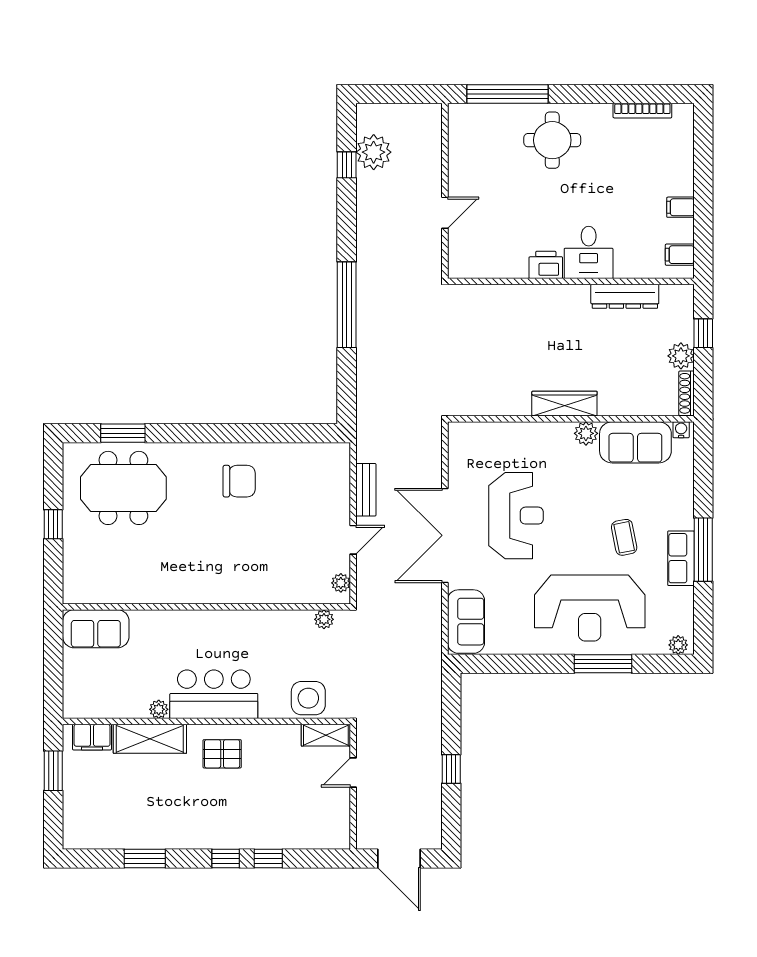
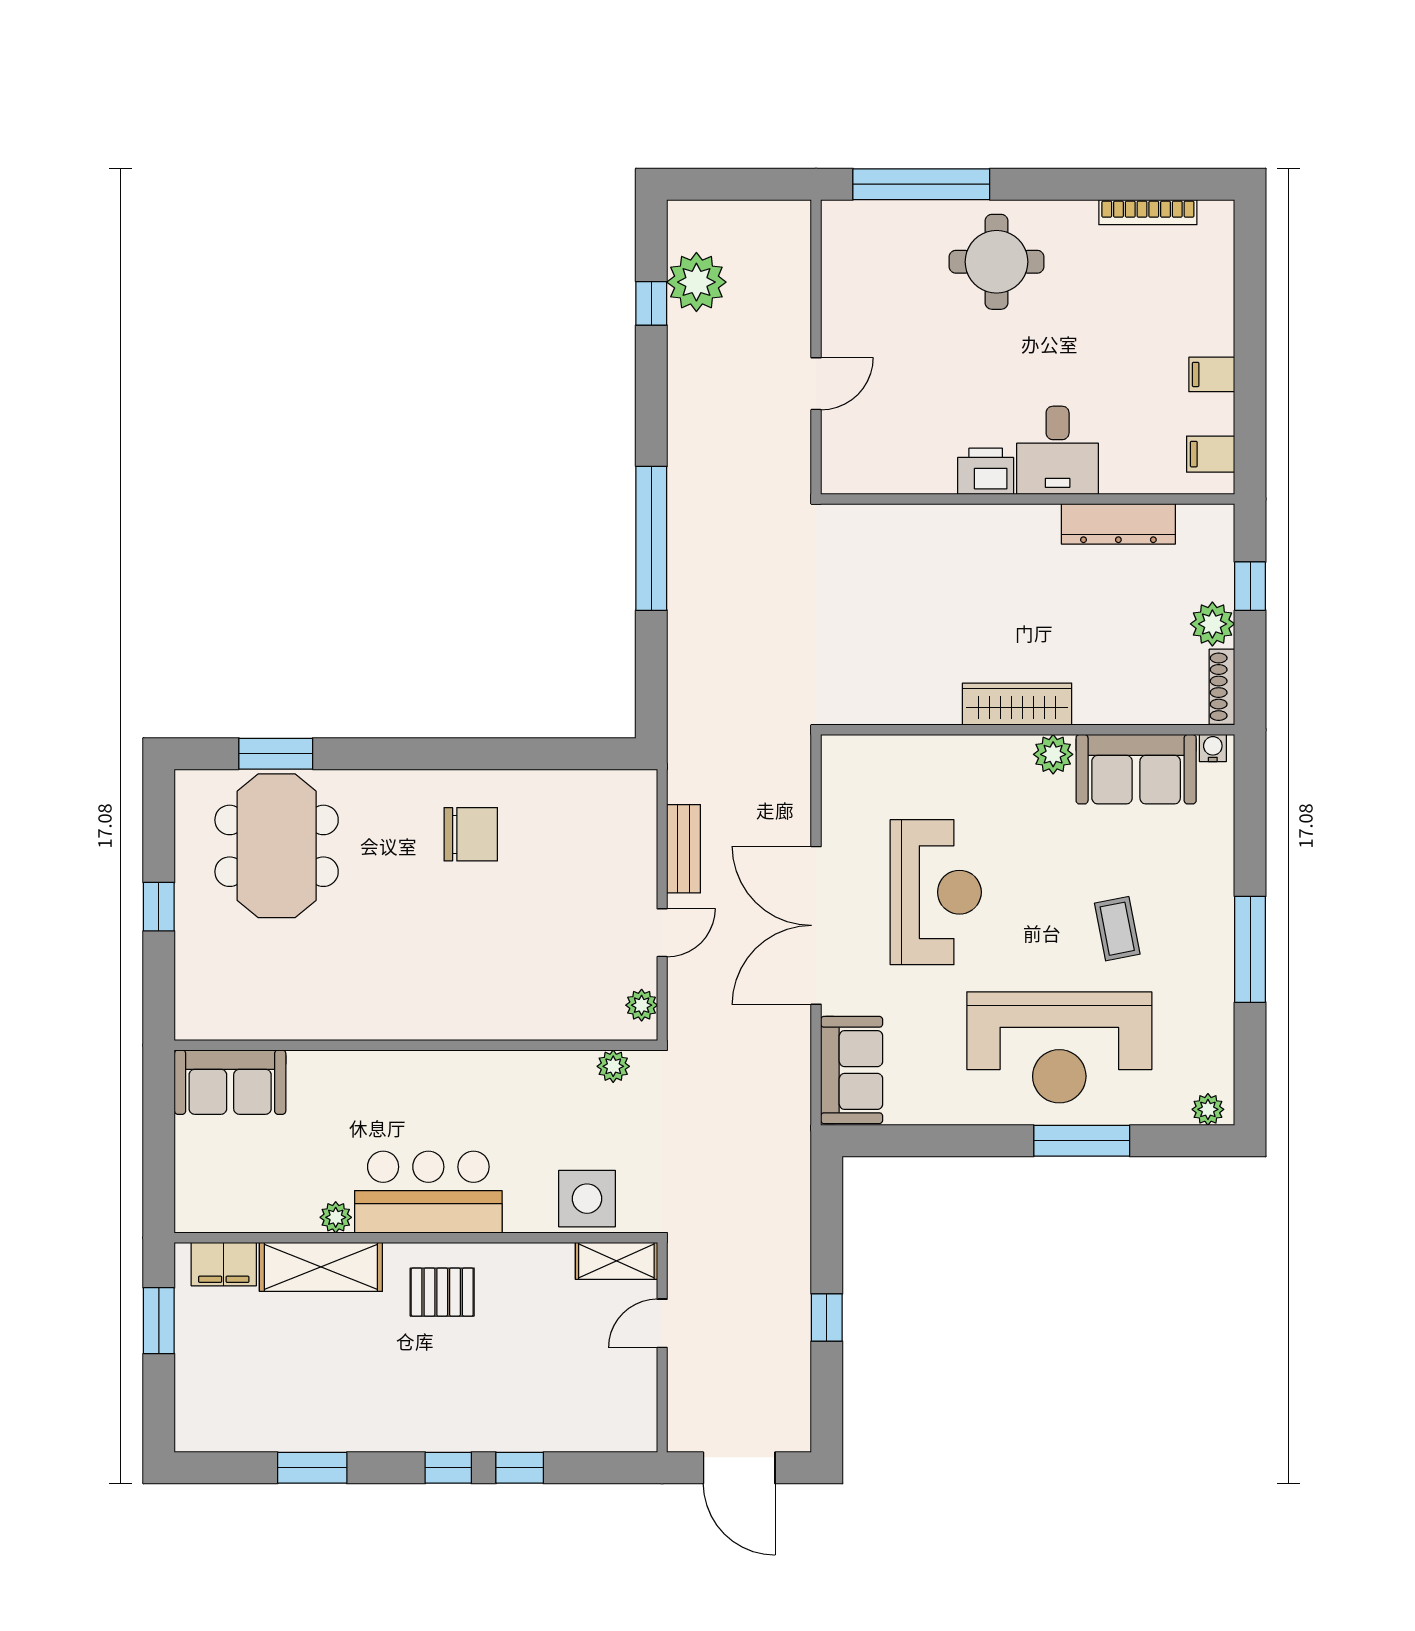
meeting table: (123, 488) -> (277, 846), turned 90
row of seats: (681, 558) -> (1213, 964), removed

